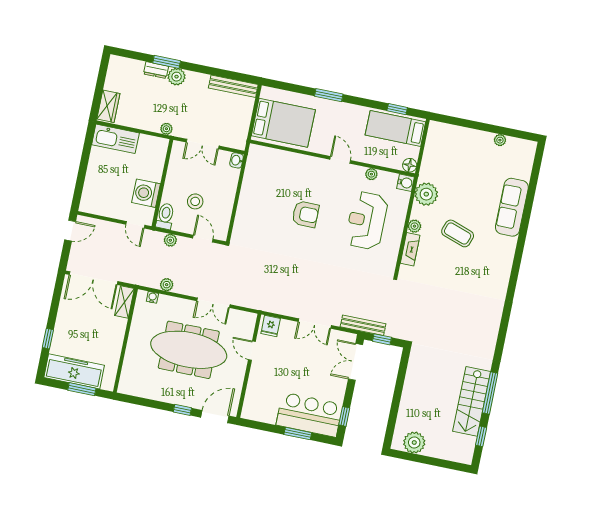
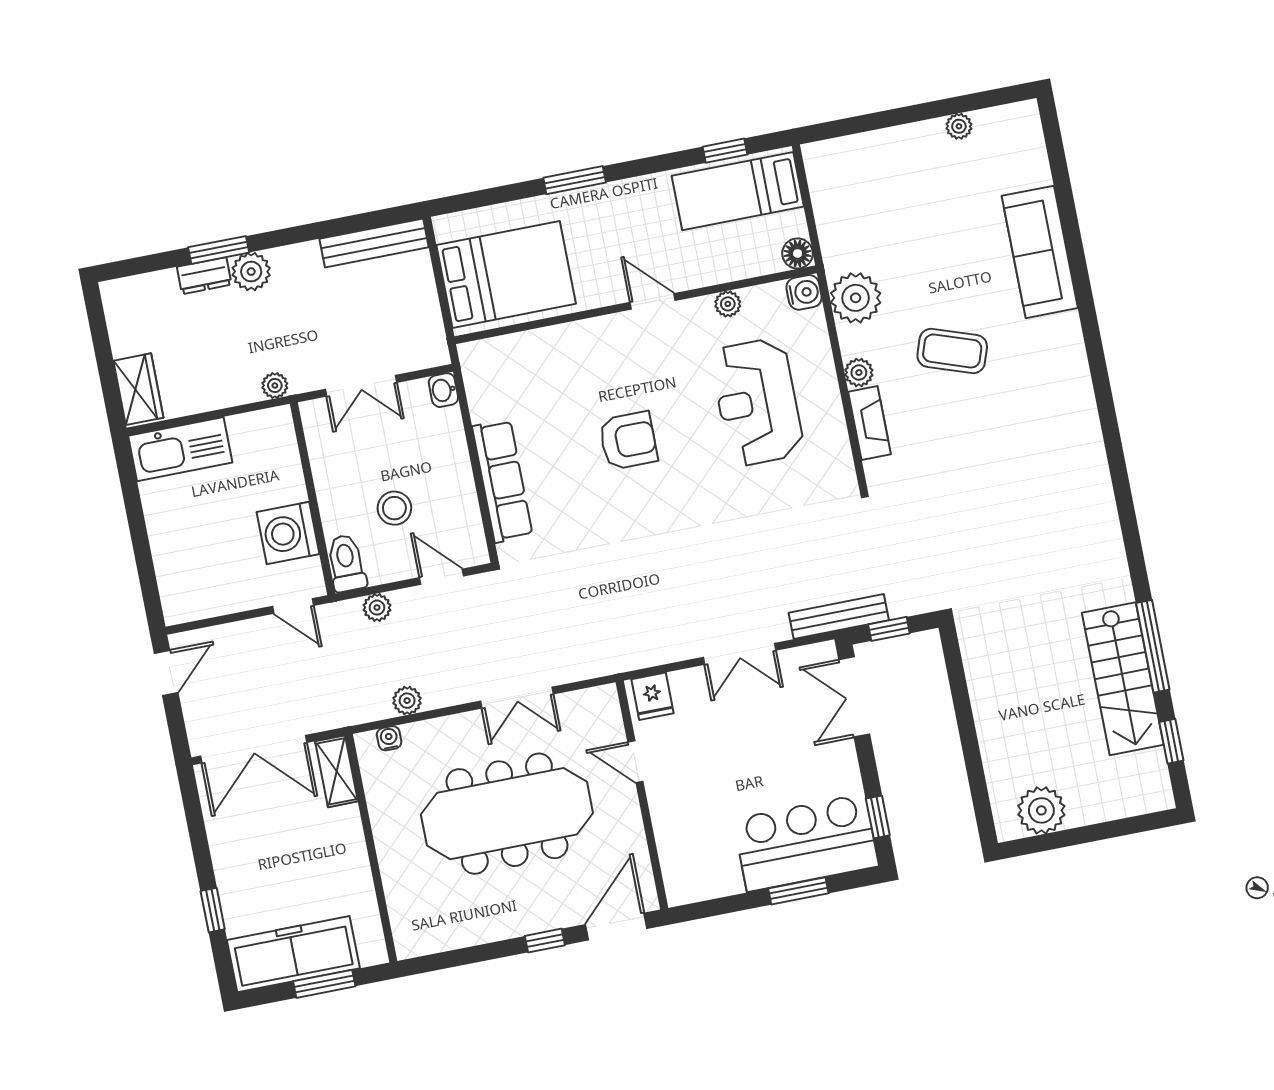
row of seats: (245, 209) -> (502, 481), added

